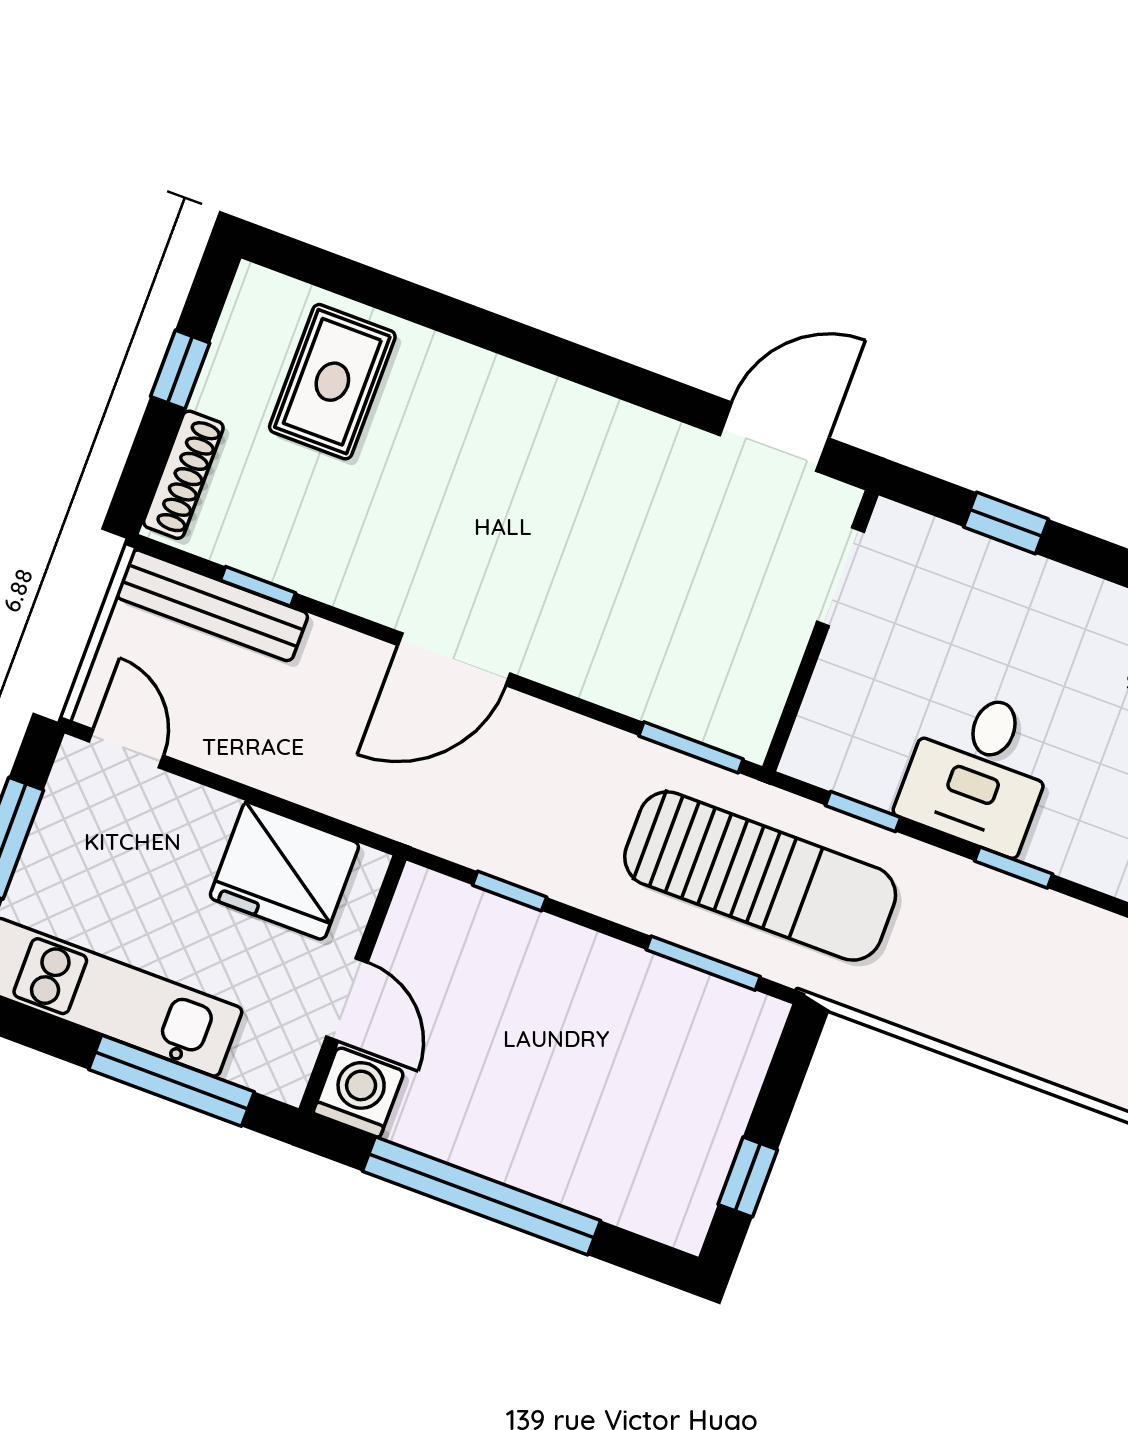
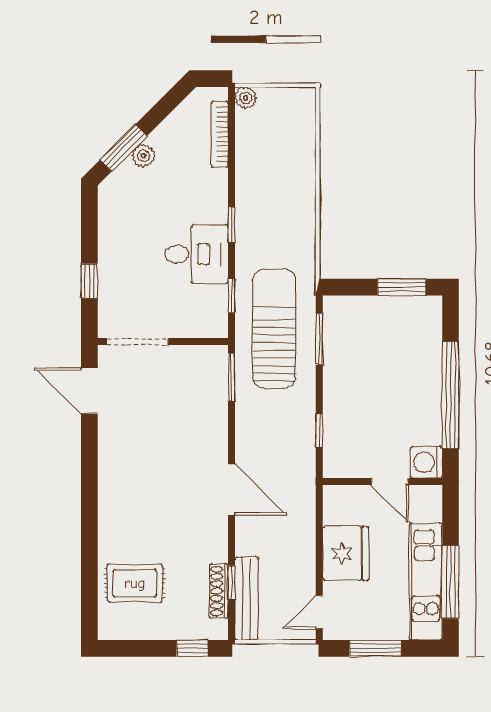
window: (180, 370) -> (192, 648), moved
shoe rack: (183, 475) -> (219, 591), moved, turned -90
doorway: (840, 577) -> (137, 342), width x1.38
fridge: (284, 871) -> (346, 553), moved
door: (347, 1000) -> (390, 481), swing flipped
window: (171, 1081) -> (450, 582), moved
window: (748, 1177) -> (401, 287), width x1.50

